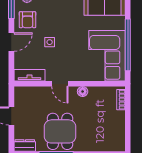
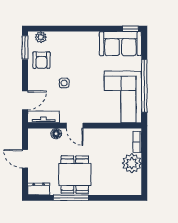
door: (11, 42) -> (25, 100), moved
floor lamp: (83, 92) -> (56, 134), moved
plant: (116, 120) -> (132, 163), added

